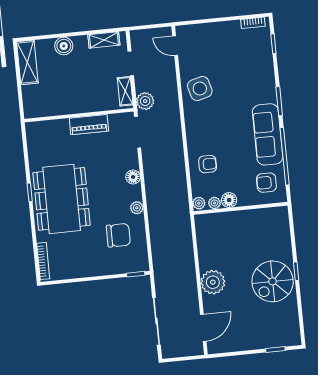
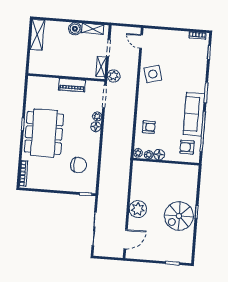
boiler: (64, 46) -> (75, 29), moved
plant: (137, 208) -> (97, 116), moved

